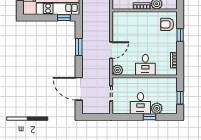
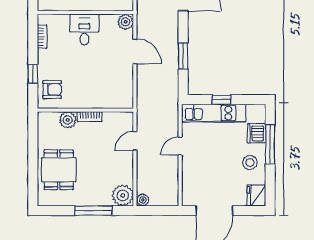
window: (64, 18) -> (222, 100), moved
door: (111, 50) -> (135, 51), swing flipped

